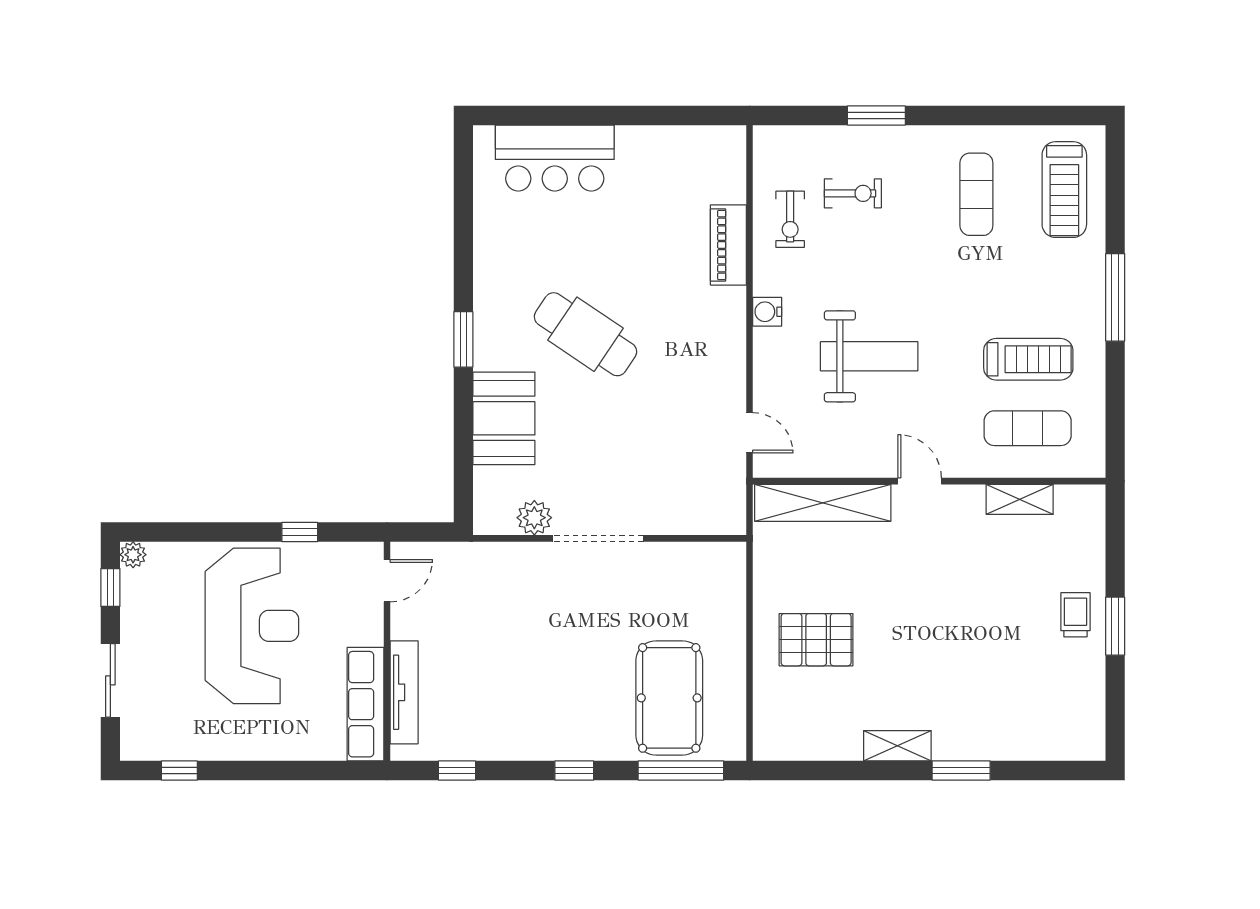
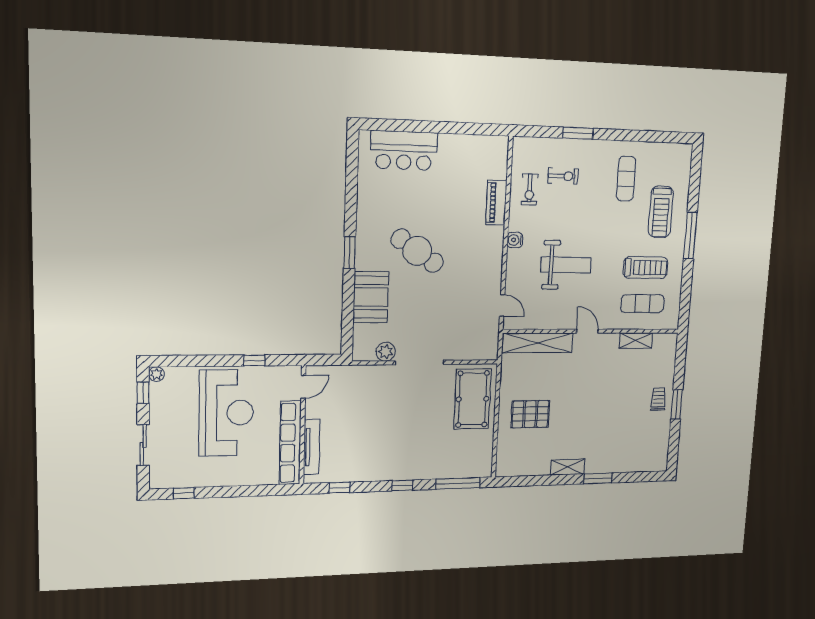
treadmill: (1064, 190) -> (661, 212), moved
pool table: (669, 698) -> (473, 399), moved
row of seats: (365, 704) -> (290, 443), width x1.36

